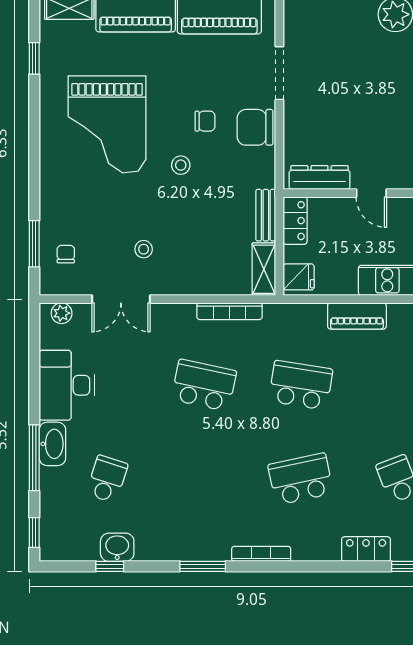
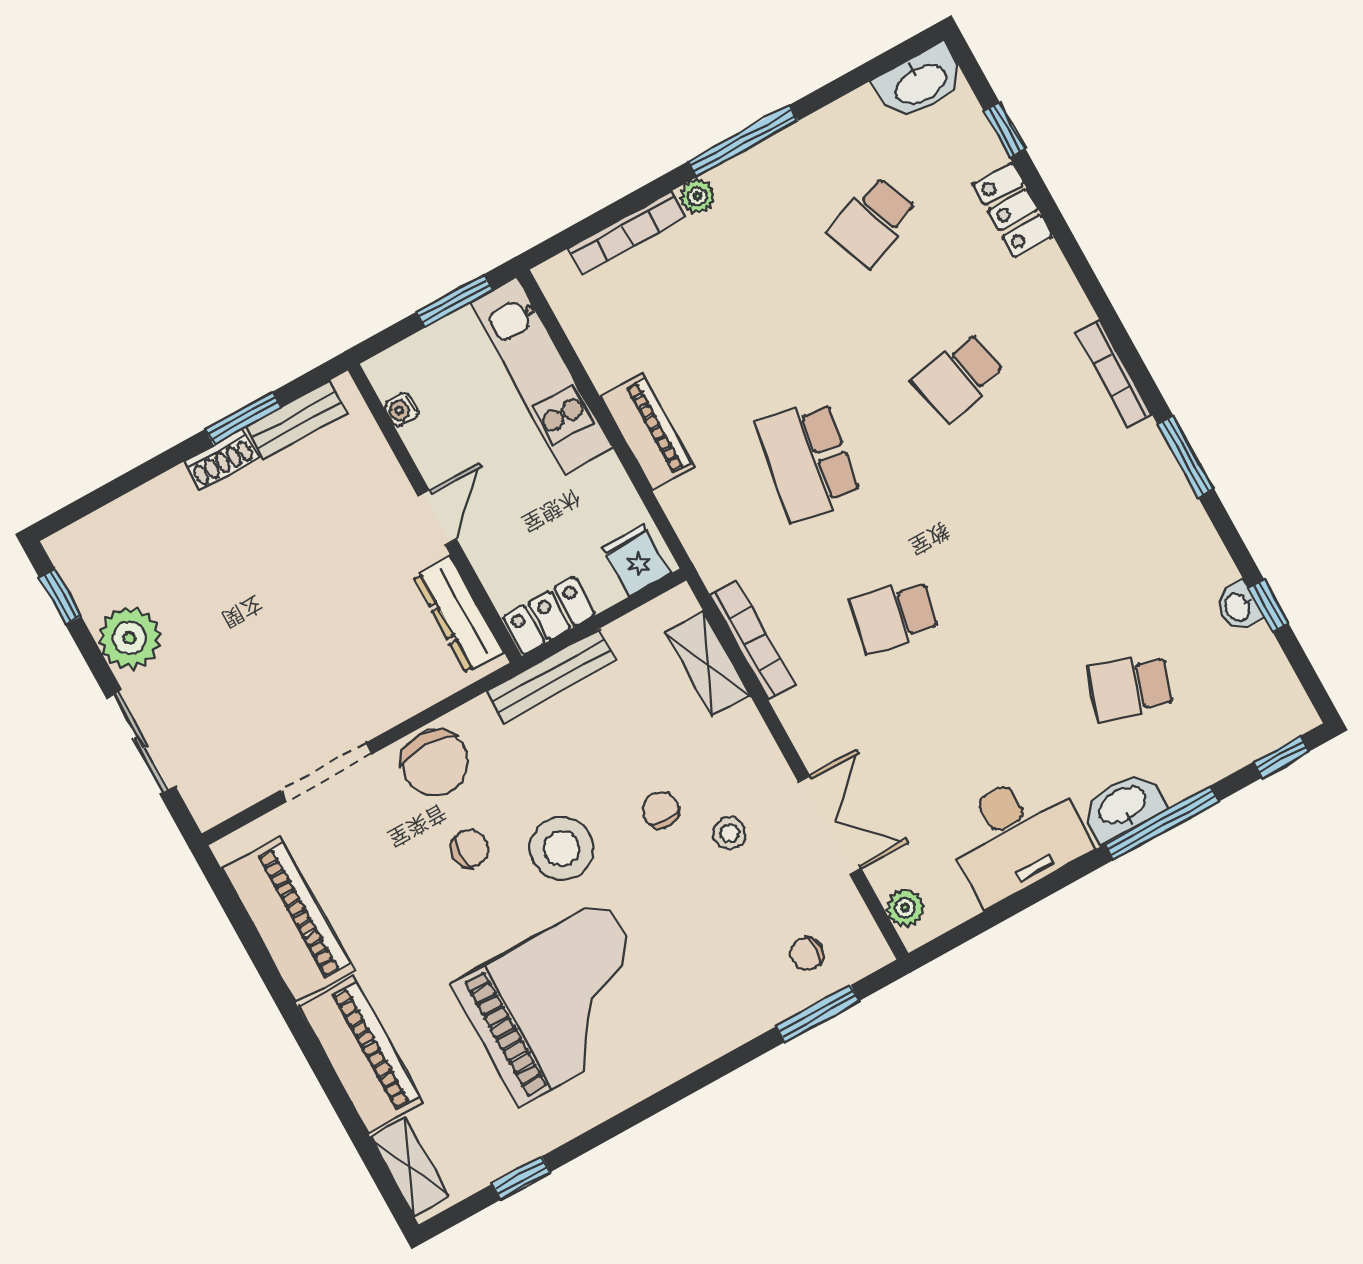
chair: (205, 121) -> (470, 849), turned 90
stool: (181, 165) -> (562, 848), width x1.89, depth x1.89
bench: (266, 215) -> (551, 676), width x1.36
chair: (173, 222) -> (661, 810), added
shelving: (264, 269) -> (708, 664), moved, turned 90
school desk: (204, 385) -> (894, 616), width x0.54
school desk: (301, 479) -> (958, 377), width x0.54
washbasin: (117, 547) -> (1238, 607), width x0.72, depth x0.69

